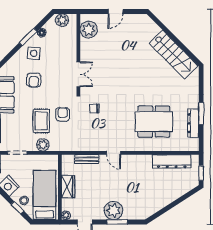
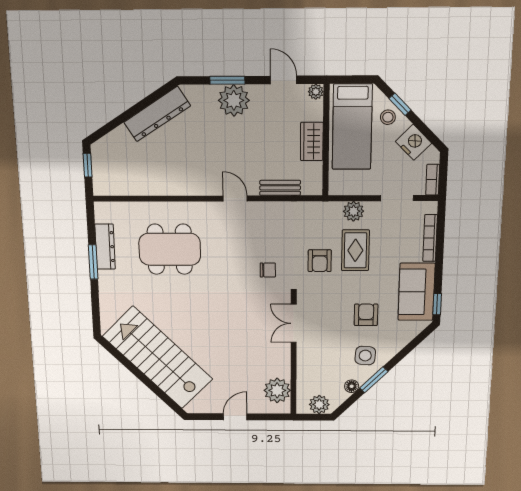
stairs: (174, 54) -> (158, 358), width x1.36, depth x1.51
dresser: (172, 161) -> (157, 114), moved, turned 147

